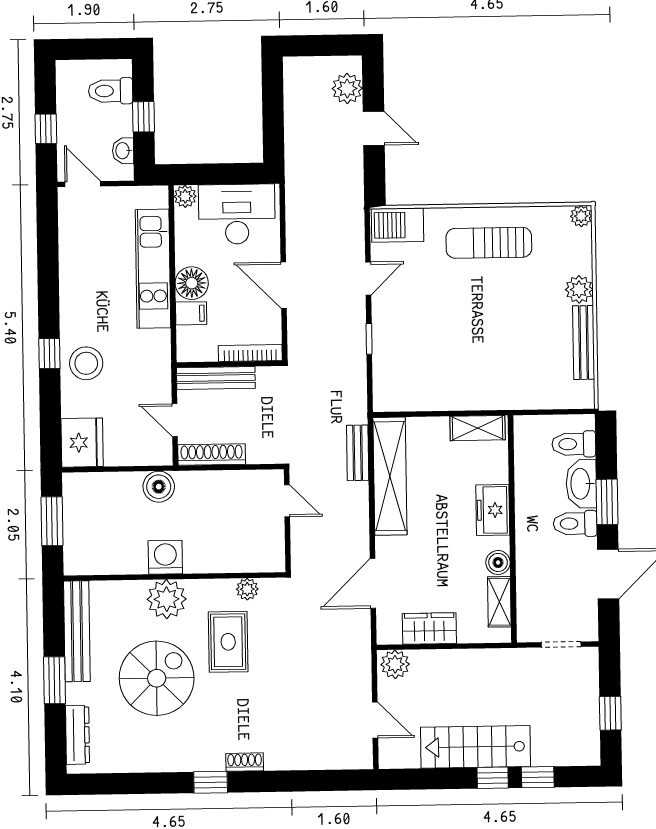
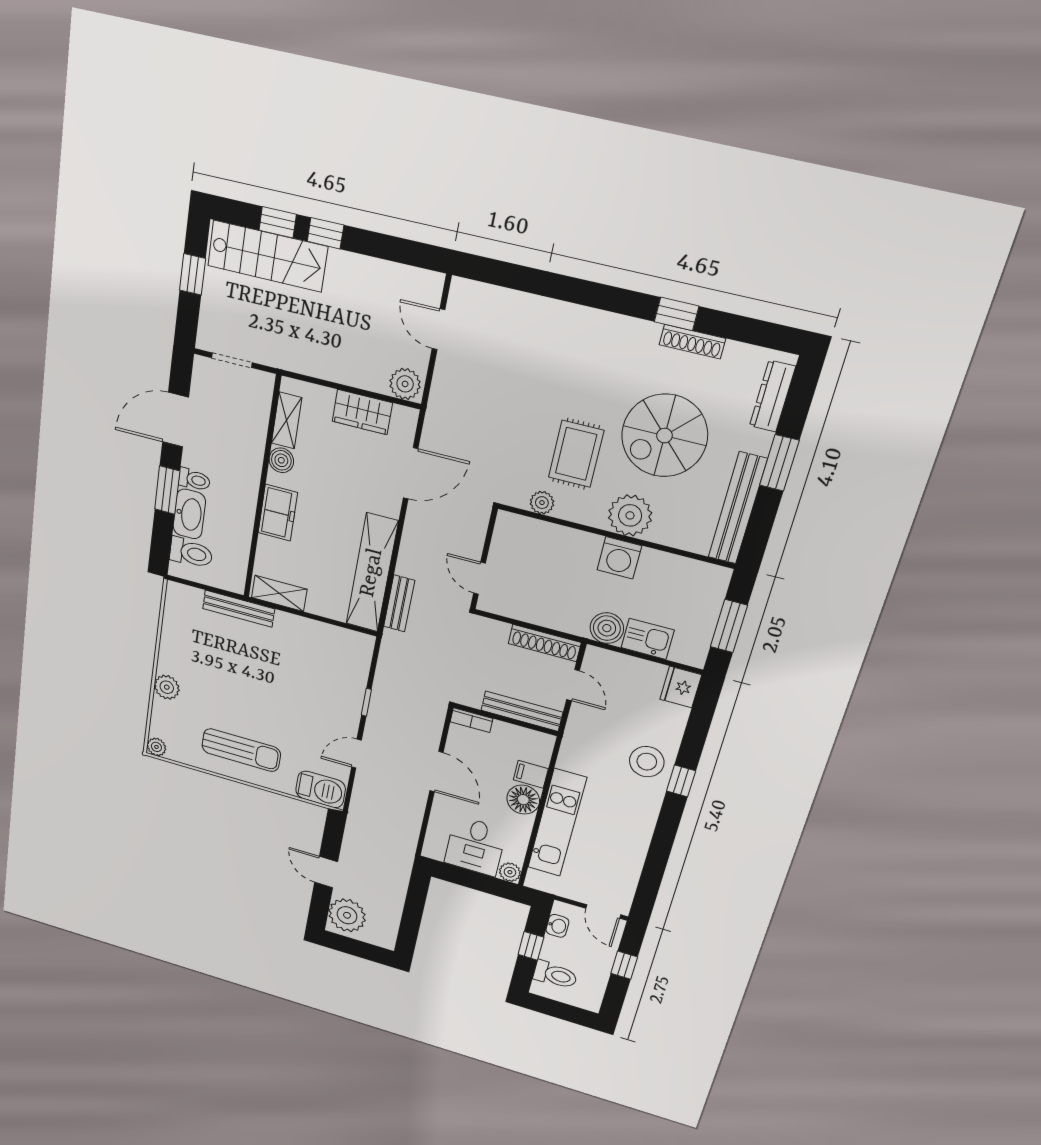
plant: (347, 88) -> (347, 915), width x1.36, depth x1.36
desk: (237, 214) -> (475, 846), width x0.73
bench: (584, 343) -> (239, 609), moved, turned 90
bookcase: (250, 353) -> (471, 720), width x0.64
fridge: (82, 443) -> (681, 687), width x0.73, depth x0.75
kitchen sink: (119, 487) -> (648, 639), added
toilet: (575, 524) -> (194, 480), width x0.73, depth x0.72
stairs: (476, 747) -> (267, 256), moved
shoe rack: (245, 762) -> (692, 342), moved, width x1.43
window: (211, 782) -> (677, 314), moved

